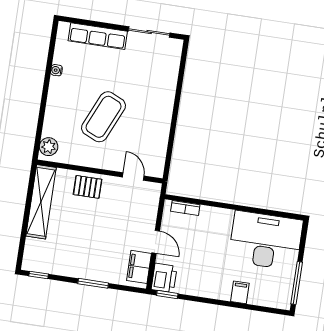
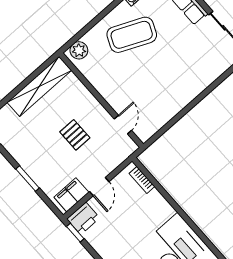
coffee table: (104, 117) -> (132, 35), moved
pallet: (88, 187) -> (75, 135), moved

